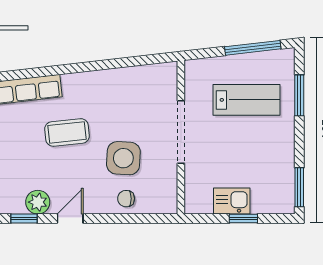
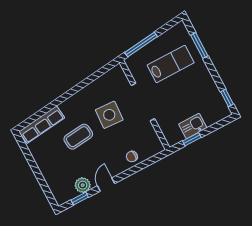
window: (253, 48) -> (141, 44), moved
side table: (123, 158) -> (109, 115), moved
window: (299, 187) -> (227, 98), width x0.67
window: (243, 218) -> (192, 139), moved

